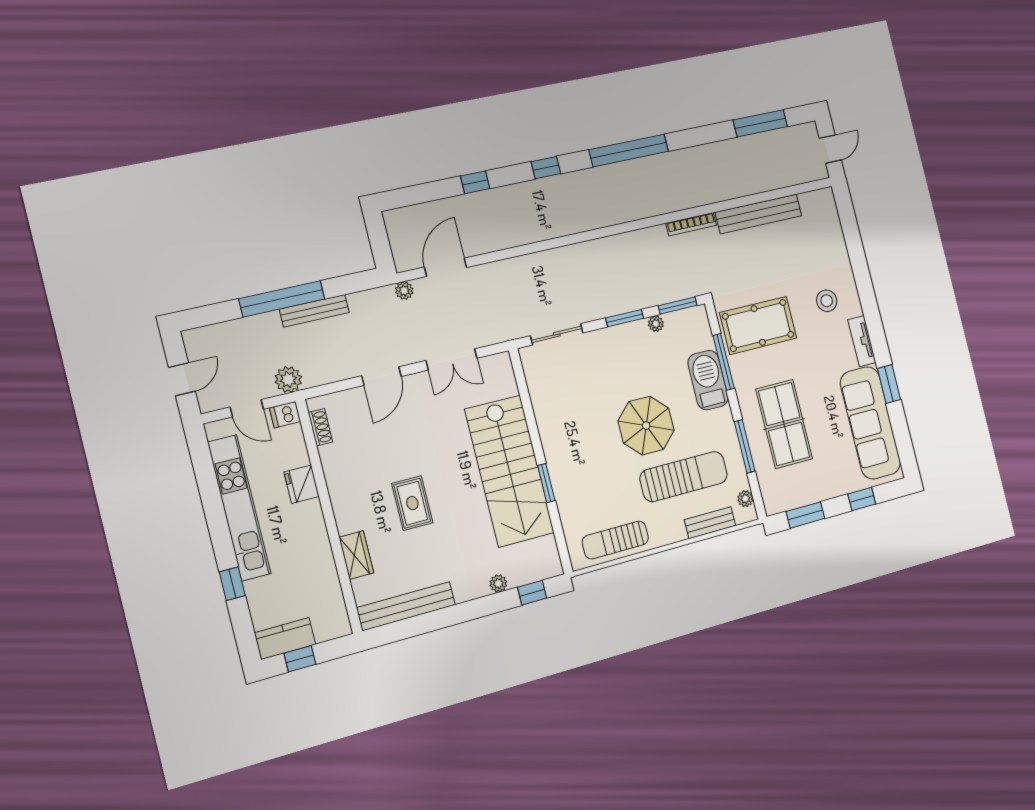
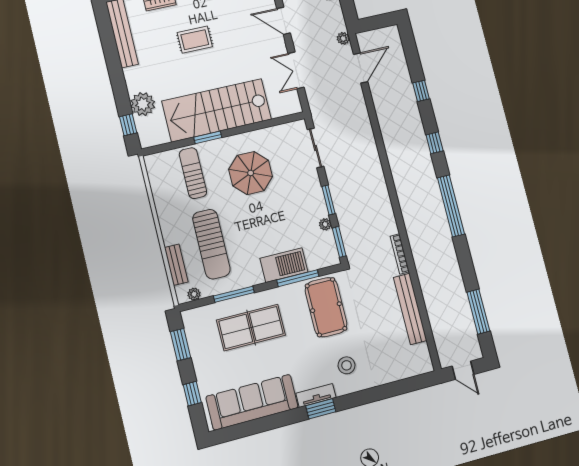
door: (446, 267) -> (361, 68), hinge flipped
window: (889, 384) -> (321, 409), moved
parasol: (646, 426) -> (251, 173), moved
sun lounger: (615, 540) -> (193, 173), moved
plant: (498, 583) -> (143, 104), width x1.88, depth x1.88

